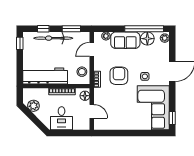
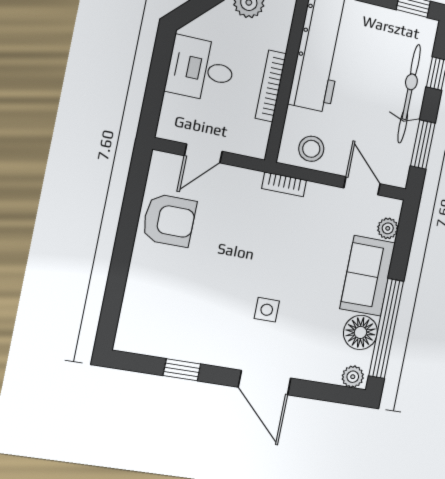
armchair: (119, 76) -> (169, 220), moved
floor lamp: (85, 96) -> (248, 144), removed
corner sofa: (153, 108) -> (180, 318), removed
window: (172, 118) -> (182, 370), moved

